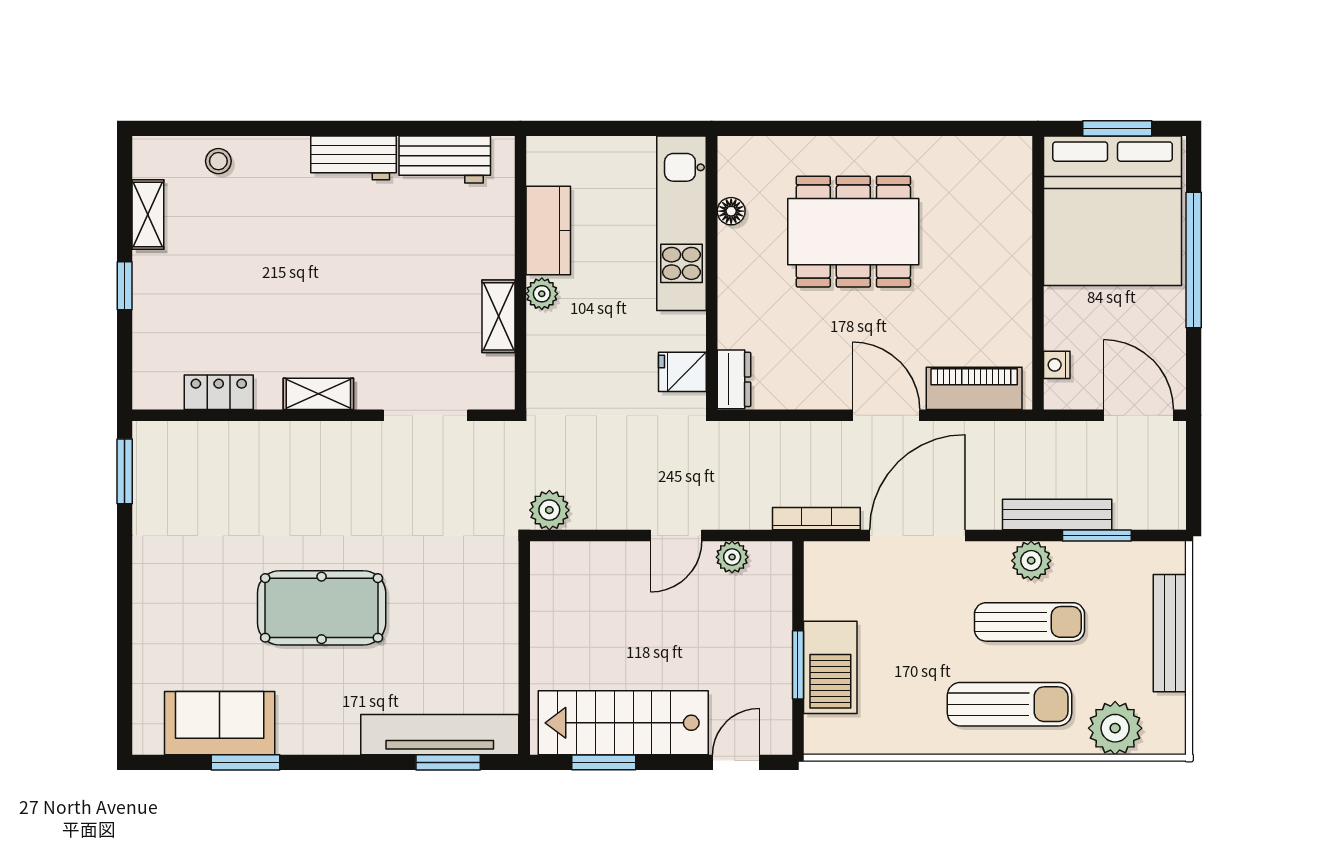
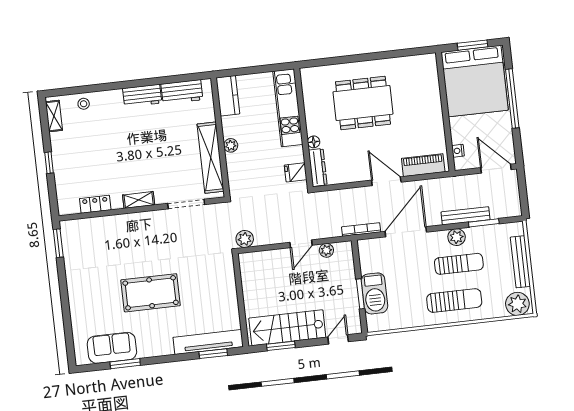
floor lamp: (731, 211) -> (314, 142), moved
shelving: (148, 215) -> (54, 116), moved
kitchen counter: (548, 231) -> (228, 96), moved
shelving: (498, 316) -> (211, 158), width x2.20, depth x1.33
dresser: (734, 379) -> (318, 167), width x1.44
plant: (1115, 728) -> (517, 304), moved

